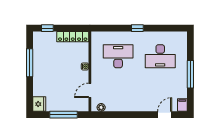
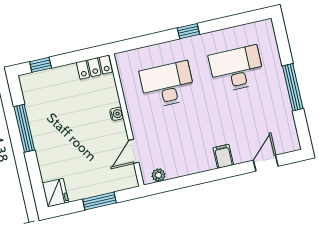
locker: (73, 37) -> (94, 67), width x0.66
desk: (160, 56) -> (237, 69), turned 180
filing cabinet: (182, 105) -> (223, 156), moved
window: (64, 115) -> (99, 201), width x0.69

